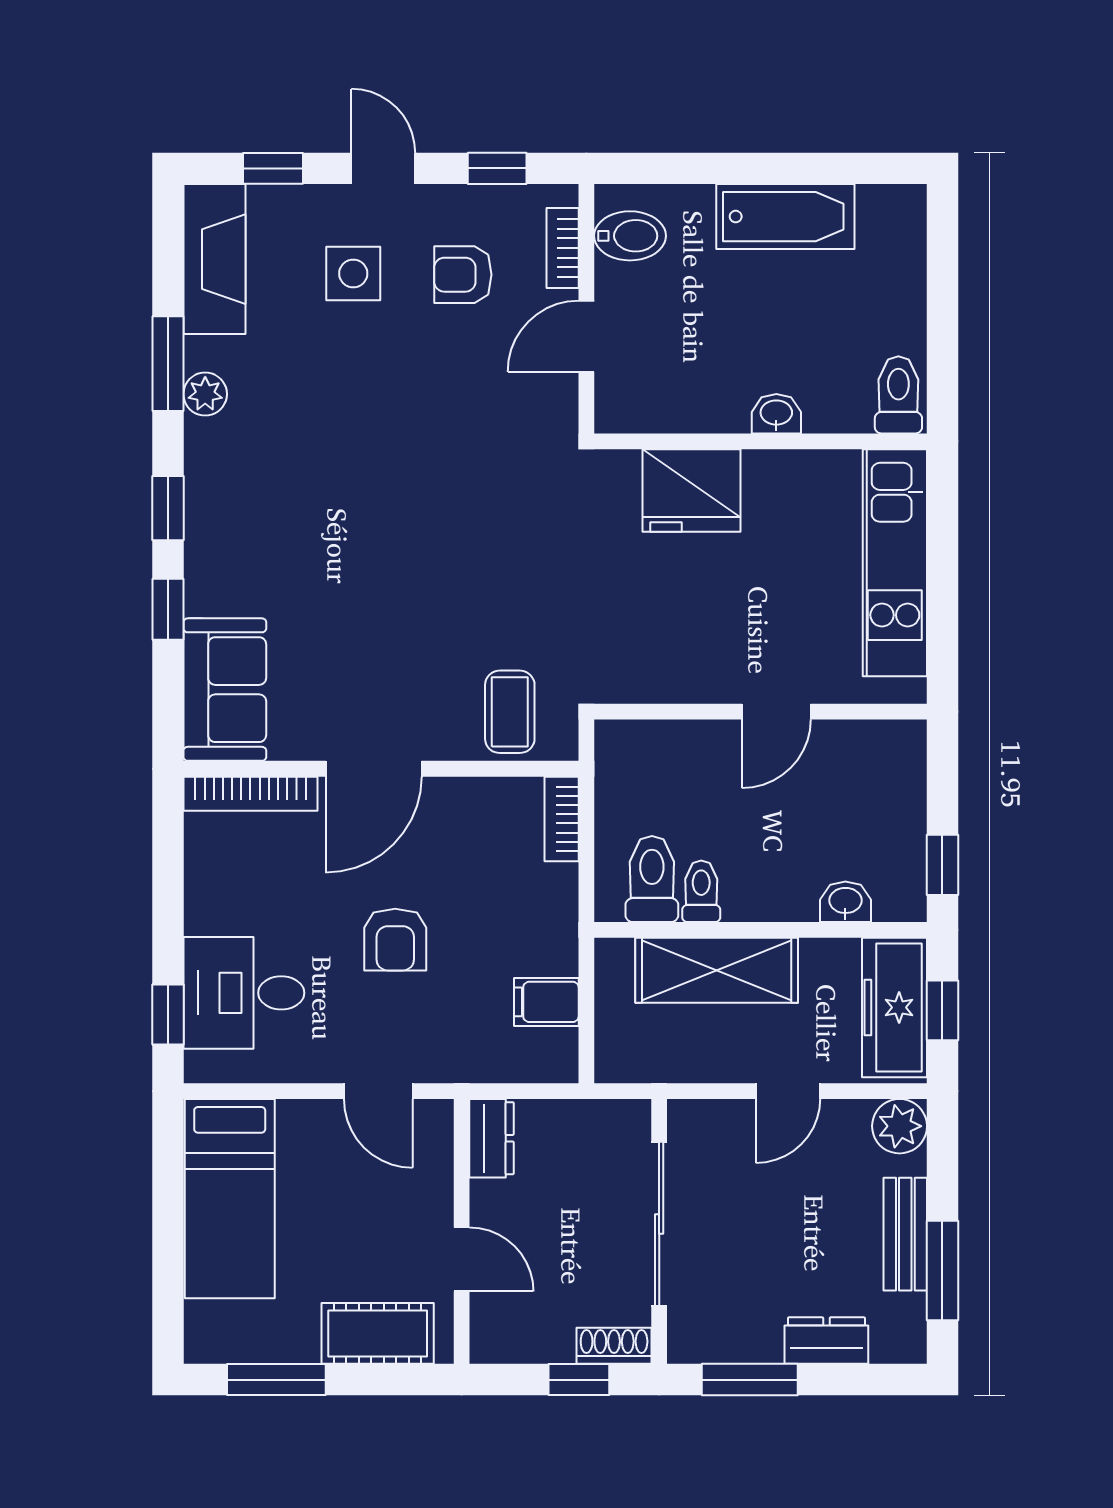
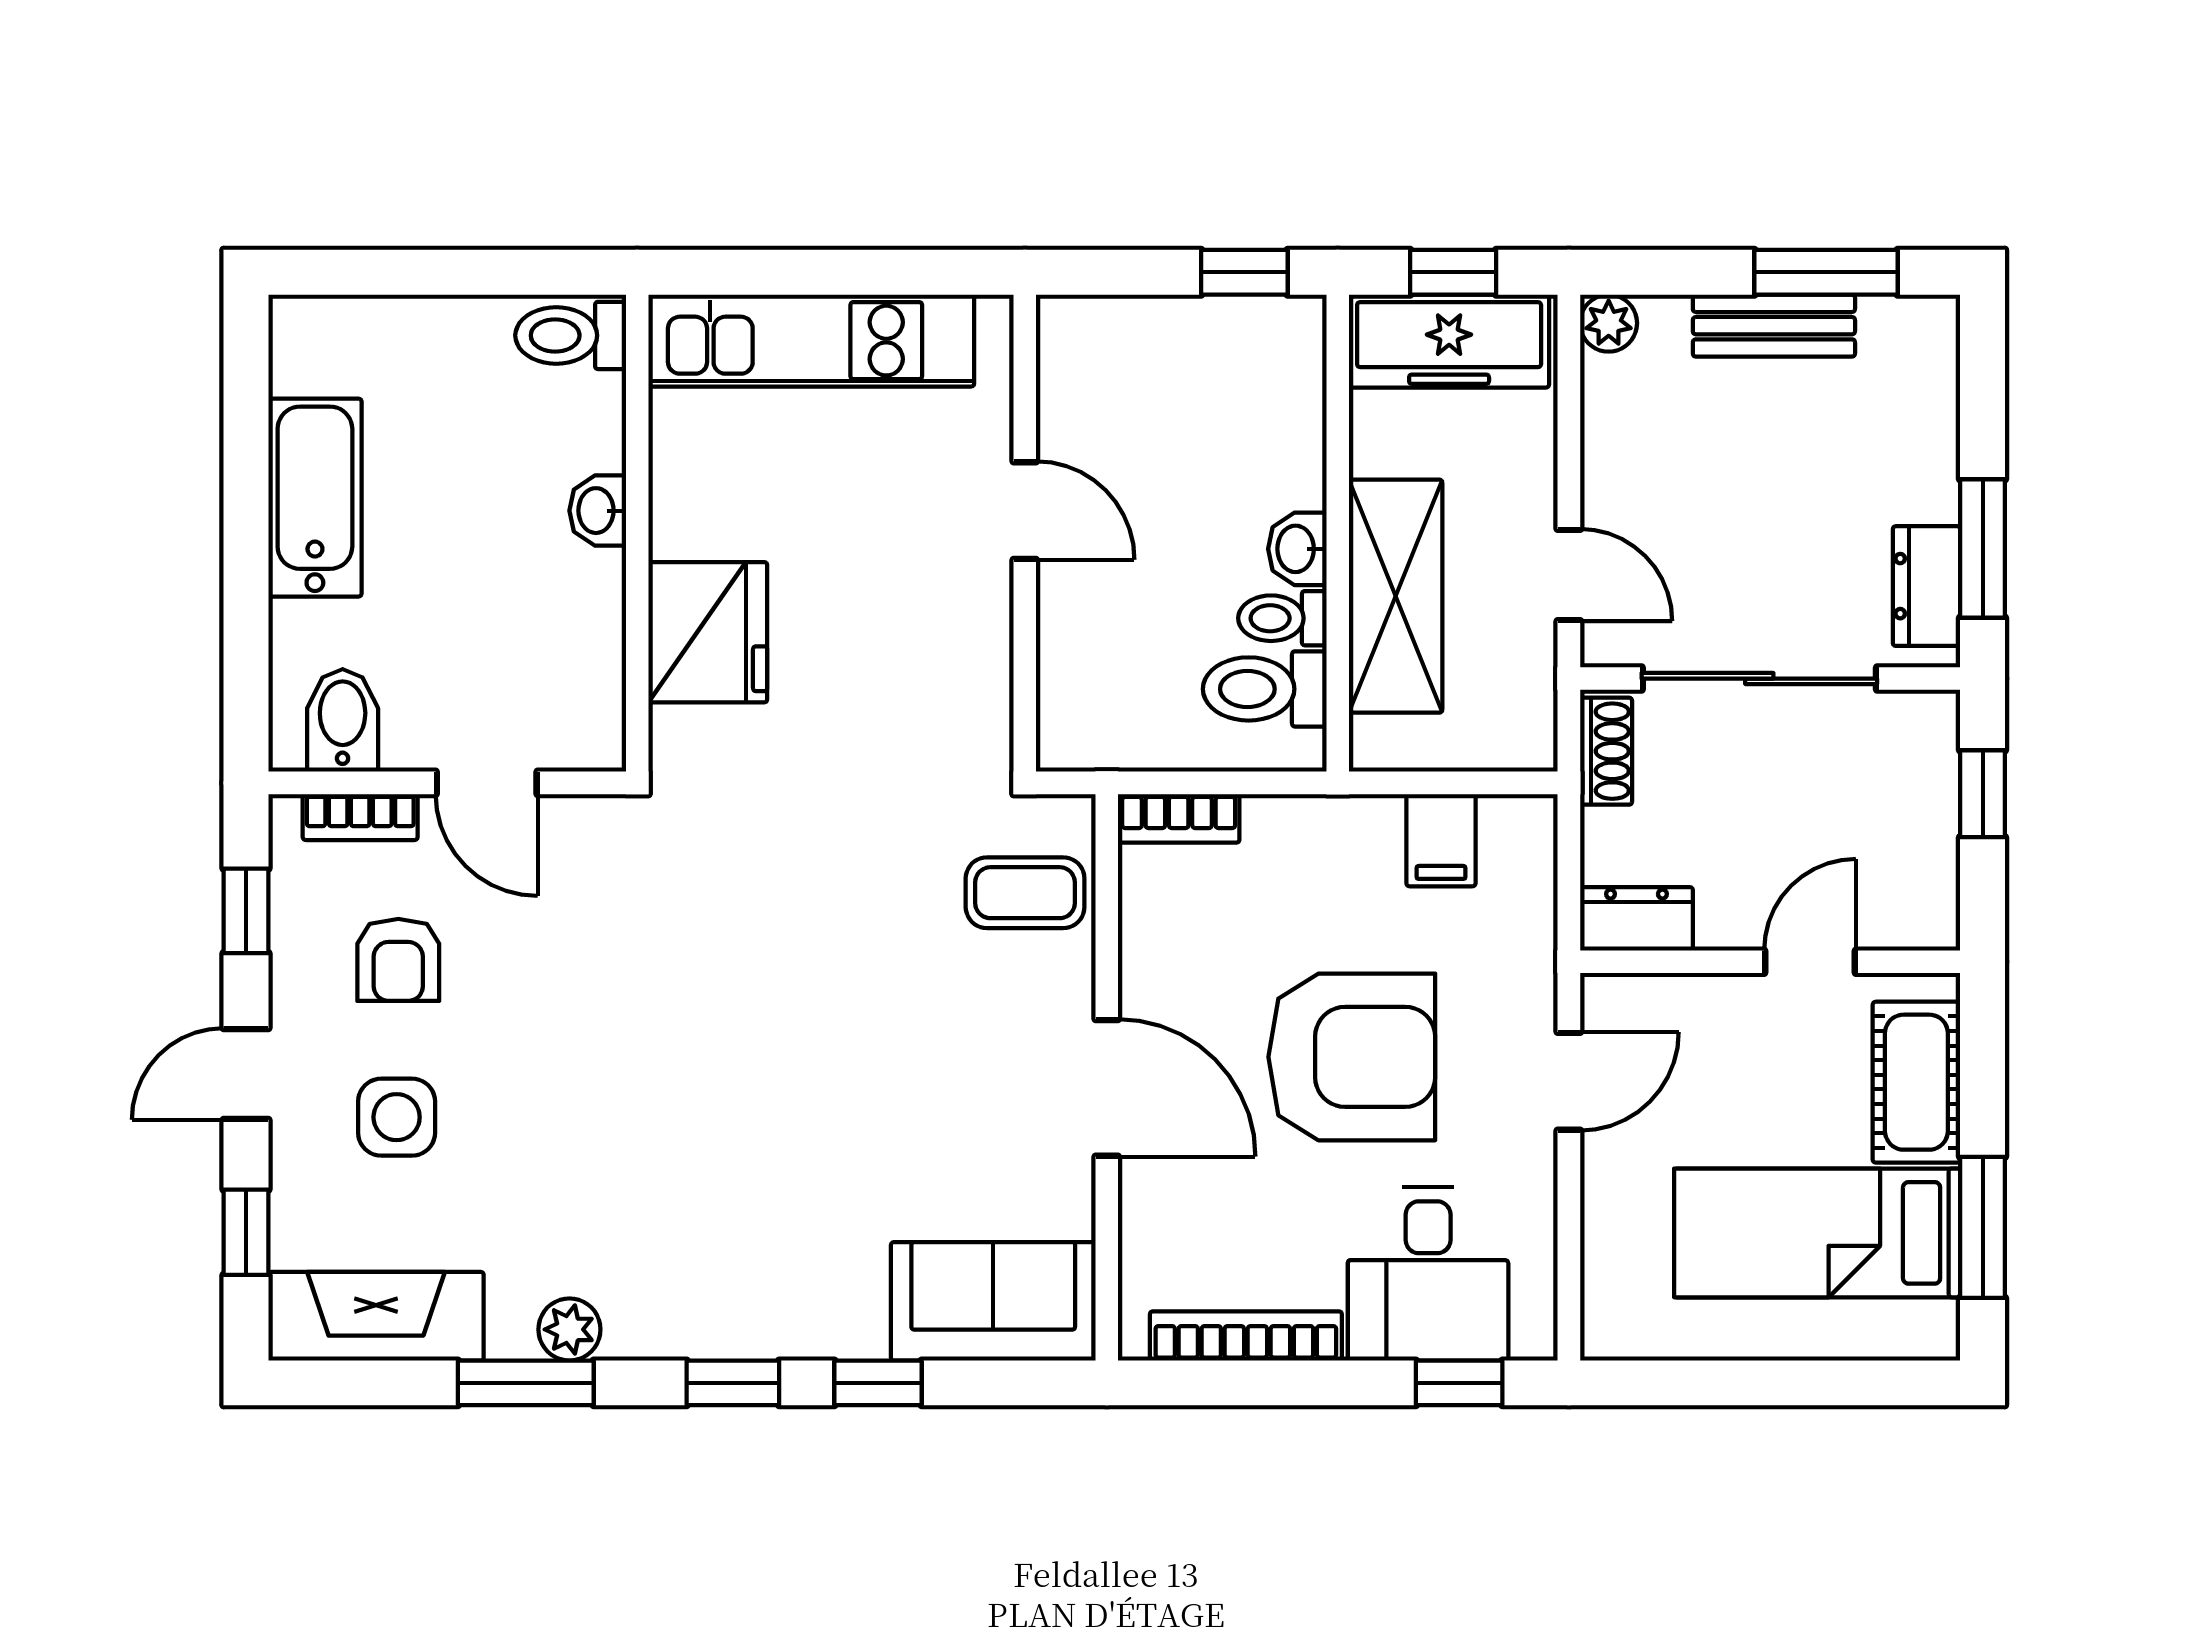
bookcase: (250, 794) -> (1246, 1336), moved, turned -90
washbasin: (845, 902) -> (1297, 549), moved
armchair: (395, 940) -> (1352, 1057), width x1.88, depth x1.88
door: (788, 1091) -> (1569, 575), moved
plant: (900, 1126) -> (1609, 323), width x0.73, depth x0.73
bed: (230, 1199) -> (1817, 1233), moved, turned 180
dresser: (826, 1341) -> (1926, 586), moved
shoe rack: (614, 1346) -> (1606, 751), moved, turned 180

